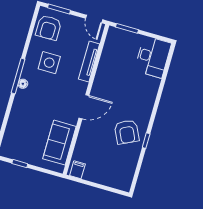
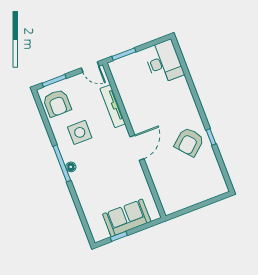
armchair: (127, 132) -> (189, 142), turned 75
sofa: (59, 143) -> (127, 218), moved, turned 90
filing cabinet: (77, 170) -> (171, 205), removed

